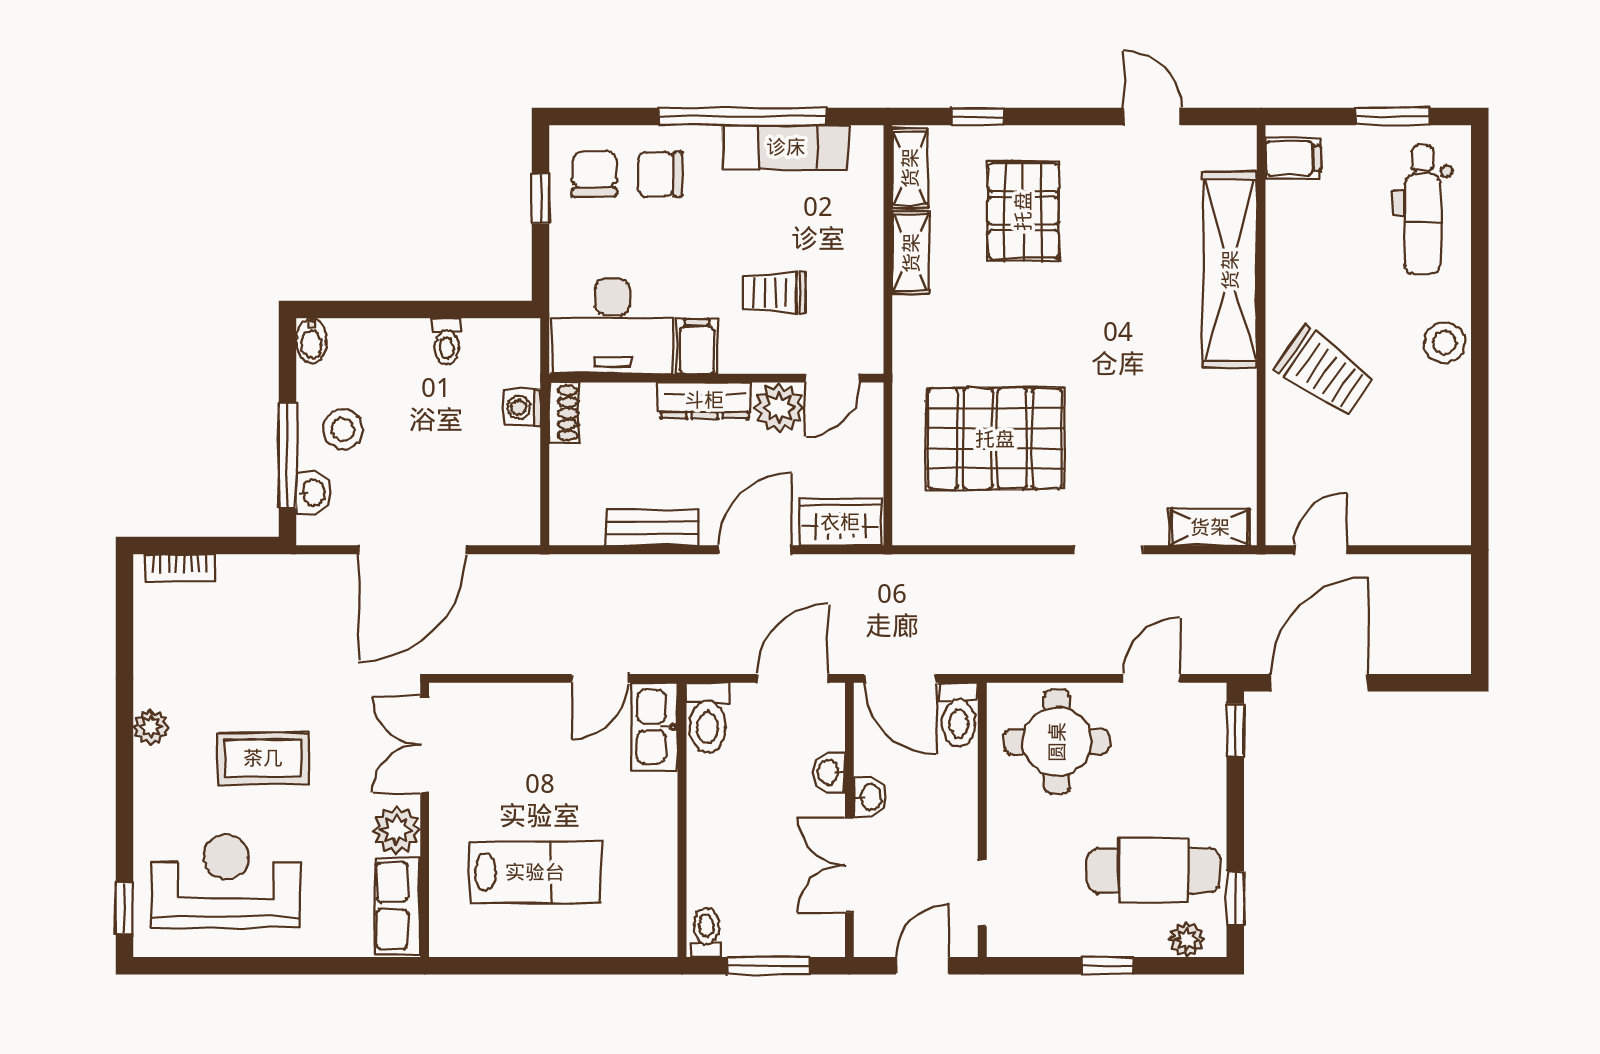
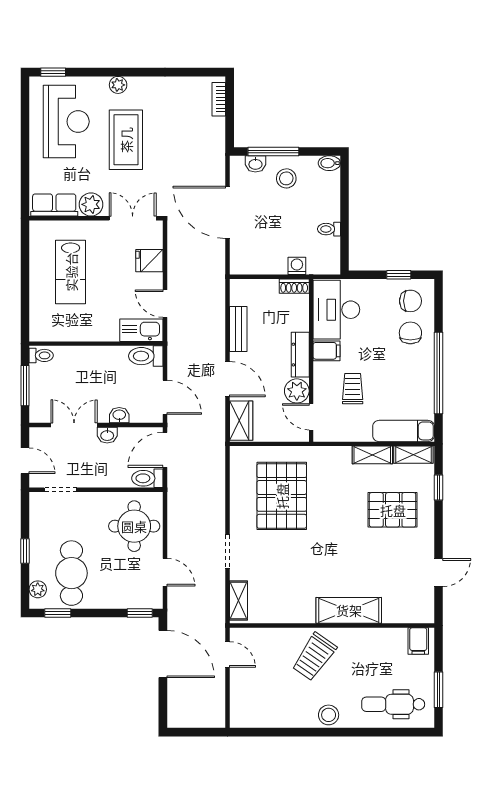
exam couch: (786, 147) -> (404, 431), moved, turned 90
shelving: (1230, 270) -> (349, 610), width x0.68
fridge: (512, 710) -> (149, 261), added
plant: (151, 727) -> (118, 85), moved
coffee table: (263, 758) -> (126, 140), width x1.36, depth x1.32

